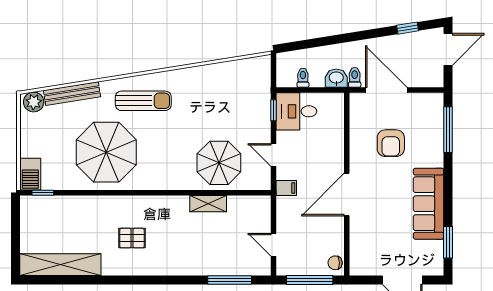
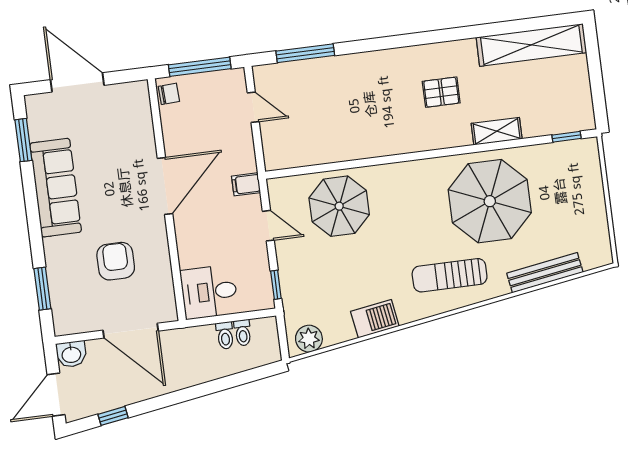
toilet: (355, 77) -> (225, 335), moved
washbasin: (336, 78) -> (71, 354), moved
plant: (34, 102) -> (309, 339), moved
desk: (296, 111) -> (209, 292), moved, turned 180
window: (448, 130) -> (42, 289), width x0.69
barbecue: (30, 174) -> (375, 319), moved, turned 81
shelving: (208, 204) -> (497, 131), moved

